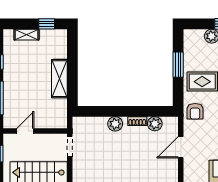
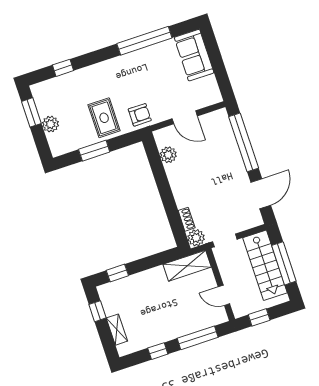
window: (72, 50) -> (117, 273), added
shelving: (59, 79) -> (187, 266), moved
shoe rack: (137, 121) -> (187, 219), moved
plant: (115, 124) -> (196, 238), moved

